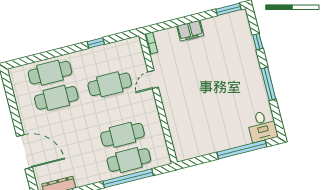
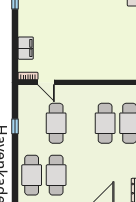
filing cabinet: (190, 31) -> (26, 48), moved
door: (153, 80) -> (46, 82), moved

